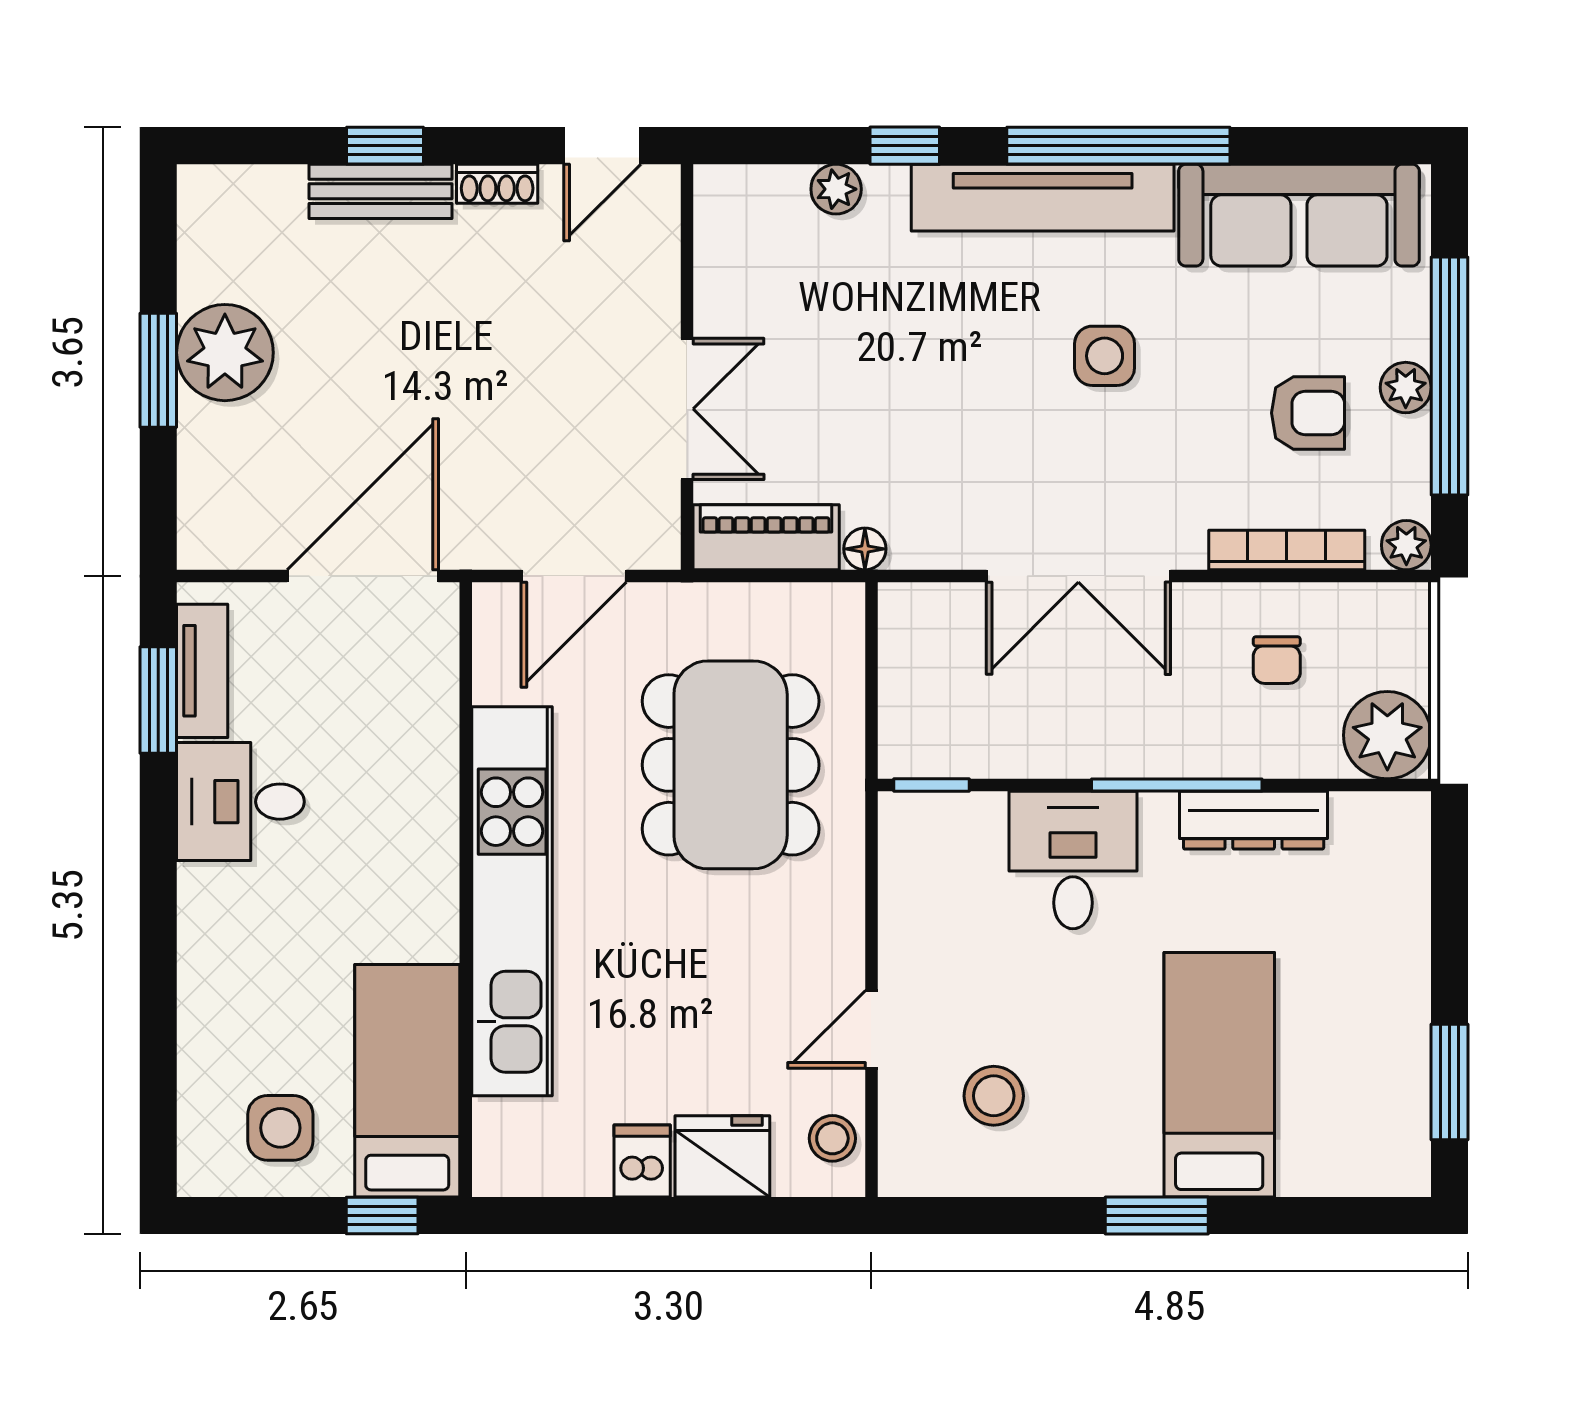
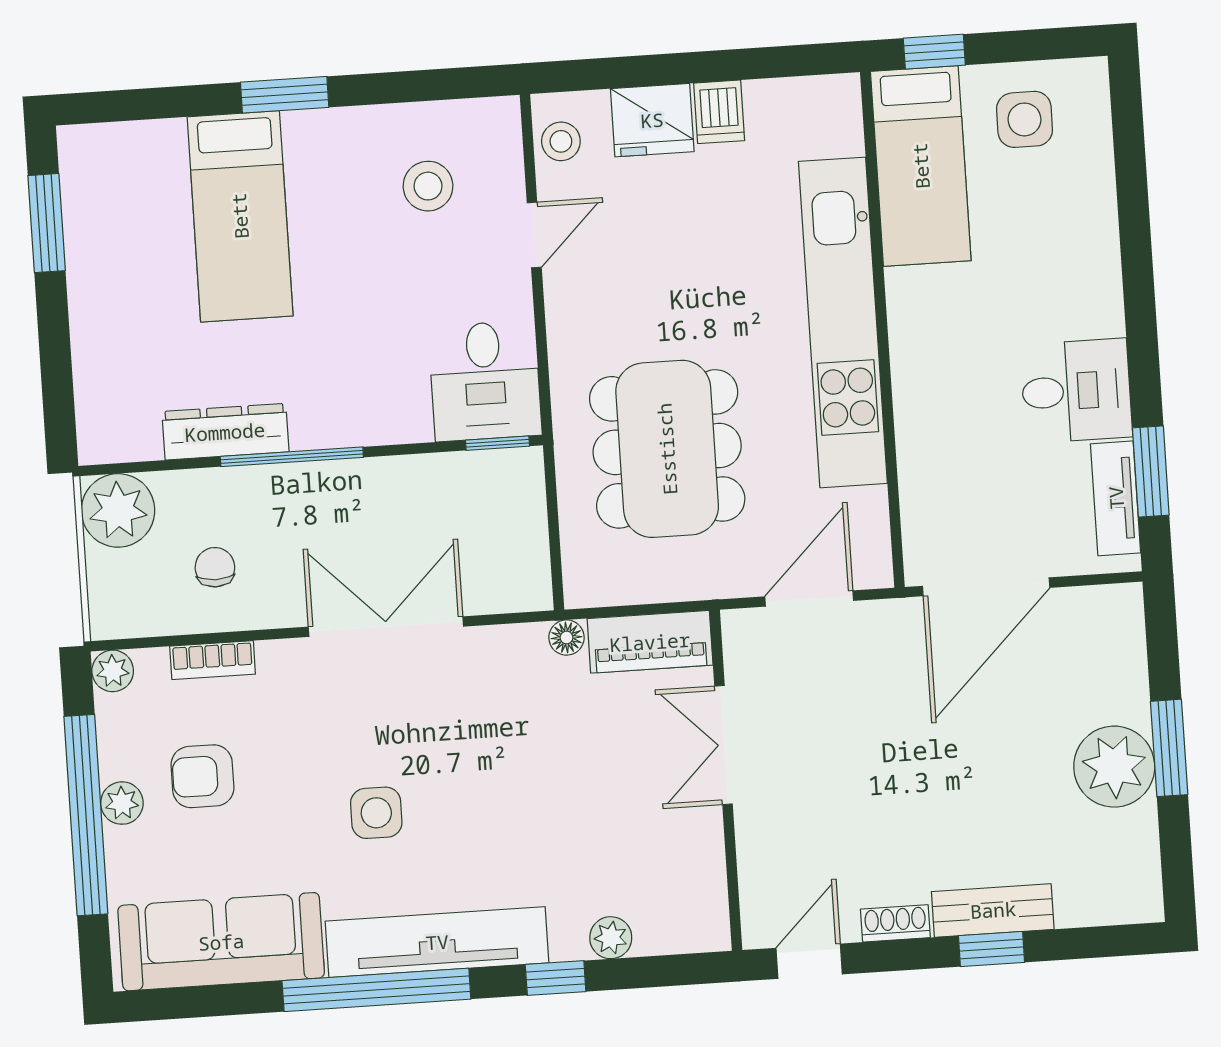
bookcase: (1287, 550) -> (213, 660), width x0.64
desk: (1073, 860) -> (485, 381), moved

